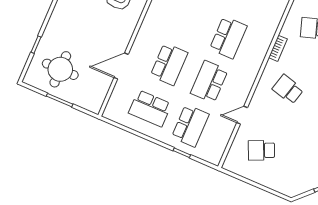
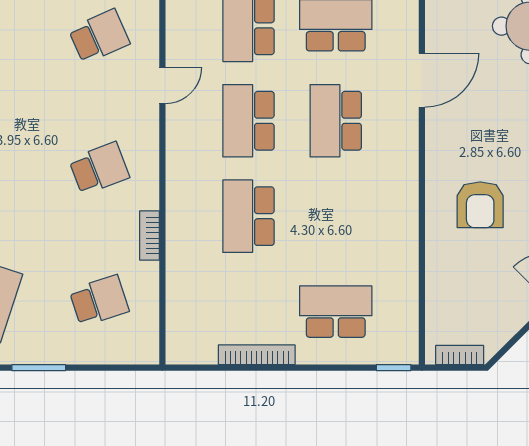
school desk: (209, 82) -> (248, 121), turned 180
school desk: (288, 89) -> (99, 168), turned -36

